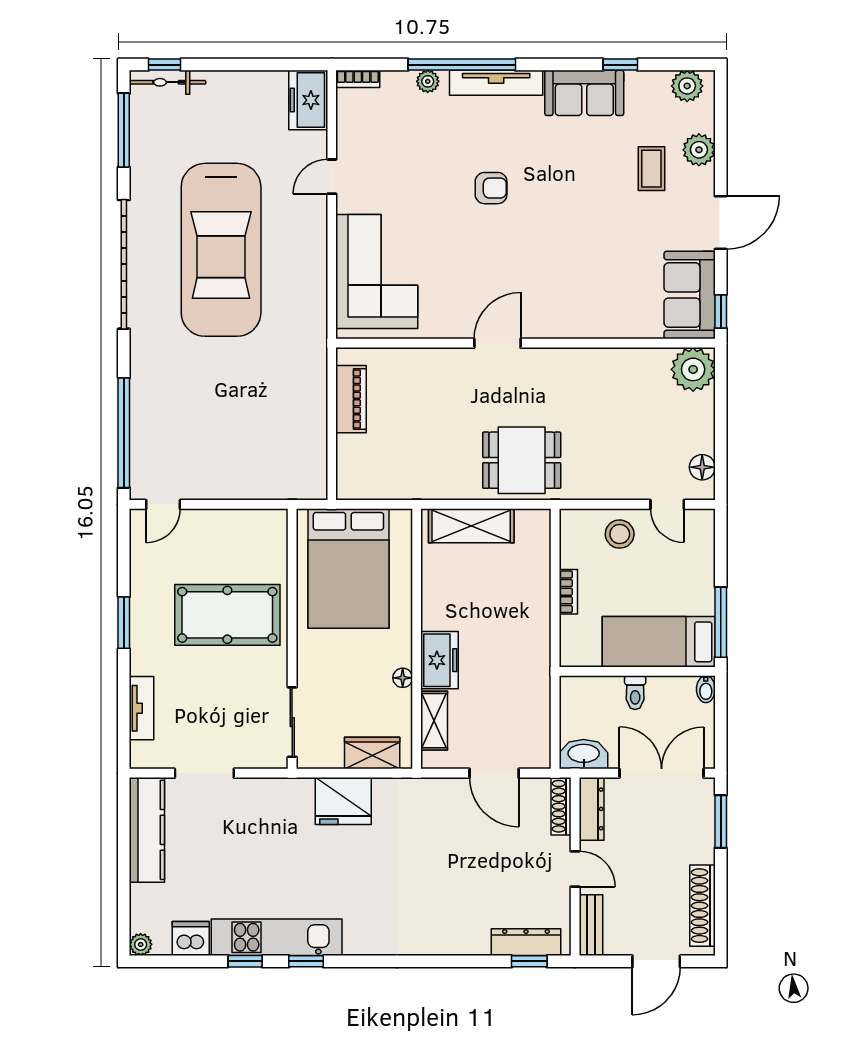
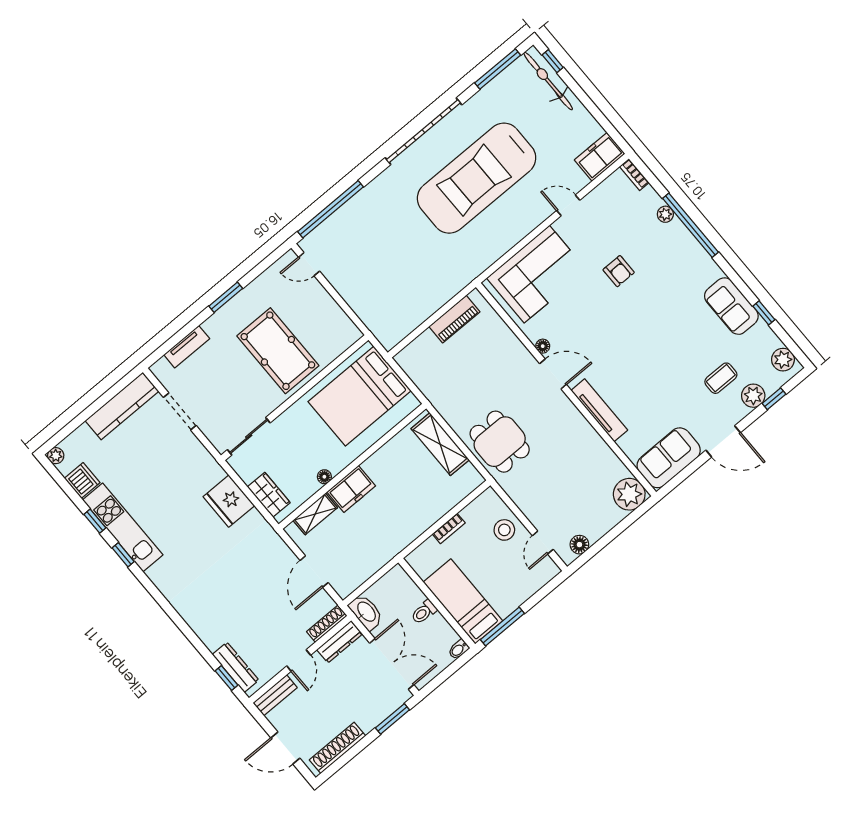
bicycle: (168, 82) -> (548, 81), width x1.37, depth x1.40
tv unit: (496, 83) -> (599, 410), moved, turned 180
armchair: (491, 188) -> (619, 271), moved
window: (721, 311) -> (774, 399), moved
floor lamp: (459, 329) -> (543, 346), added

